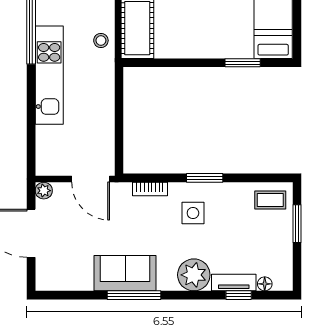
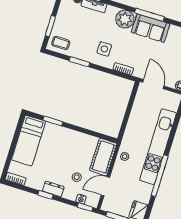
kitchen unit: (49, 75) -> (158, 147), width x1.36
window: (205, 178) -> (79, 62), moved
plant: (194, 275) -> (125, 19), moved

